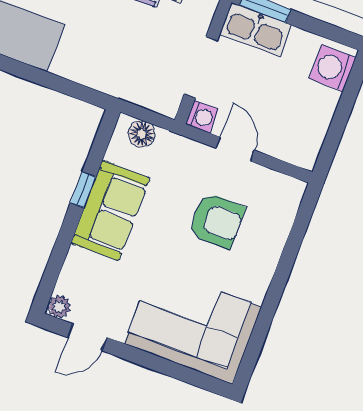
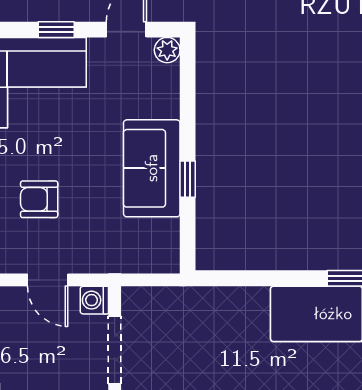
floor lamp: (142, 134) -> (149, 259), removed
armchair: (216, 221) -> (39, 199), width x0.72, depth x0.72
window: (147, 360) -> (56, 30), added

